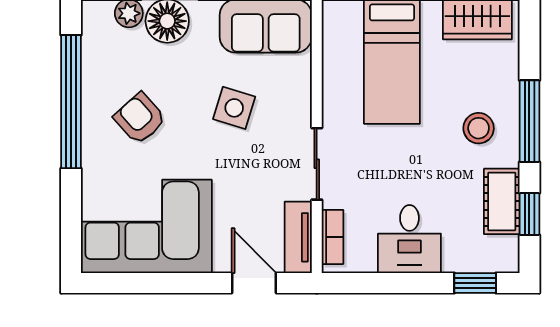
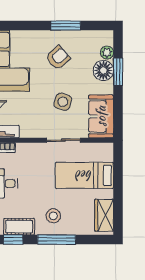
window: (71, 102) -> (66, 26), width x0.47
sliding door: (317, 164) -> (63, 140), moved

